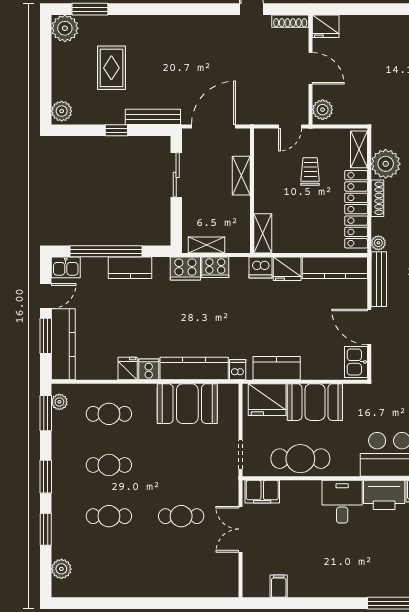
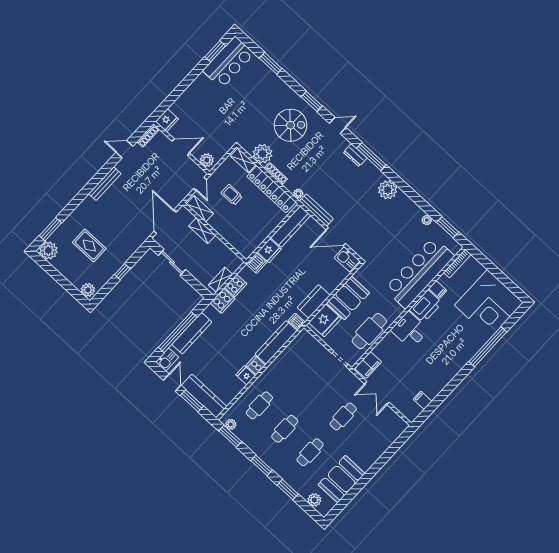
bench: (153, 117) -> (105, 184), moved
shelving: (263, 233) -> (200, 209), moved
kitchen counter: (130, 268) -> (192, 333), width x1.50
booth: (187, 404) -> (342, 479), moved

